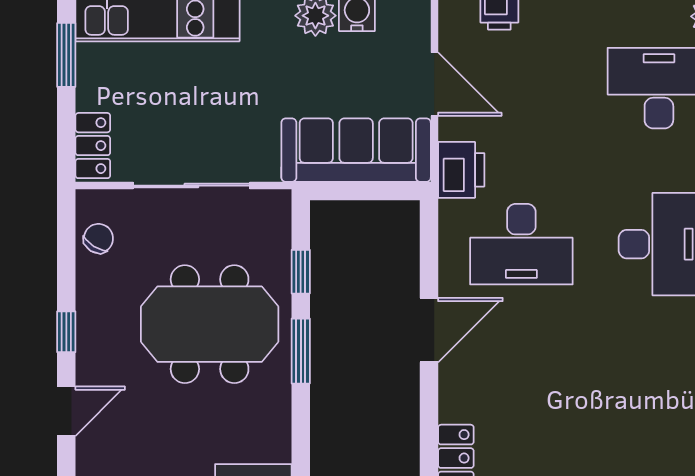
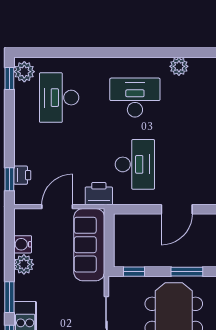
window: (301, 272) -> (134, 272), moved
door: (429, 330) -> (177, 209), swing flipped

